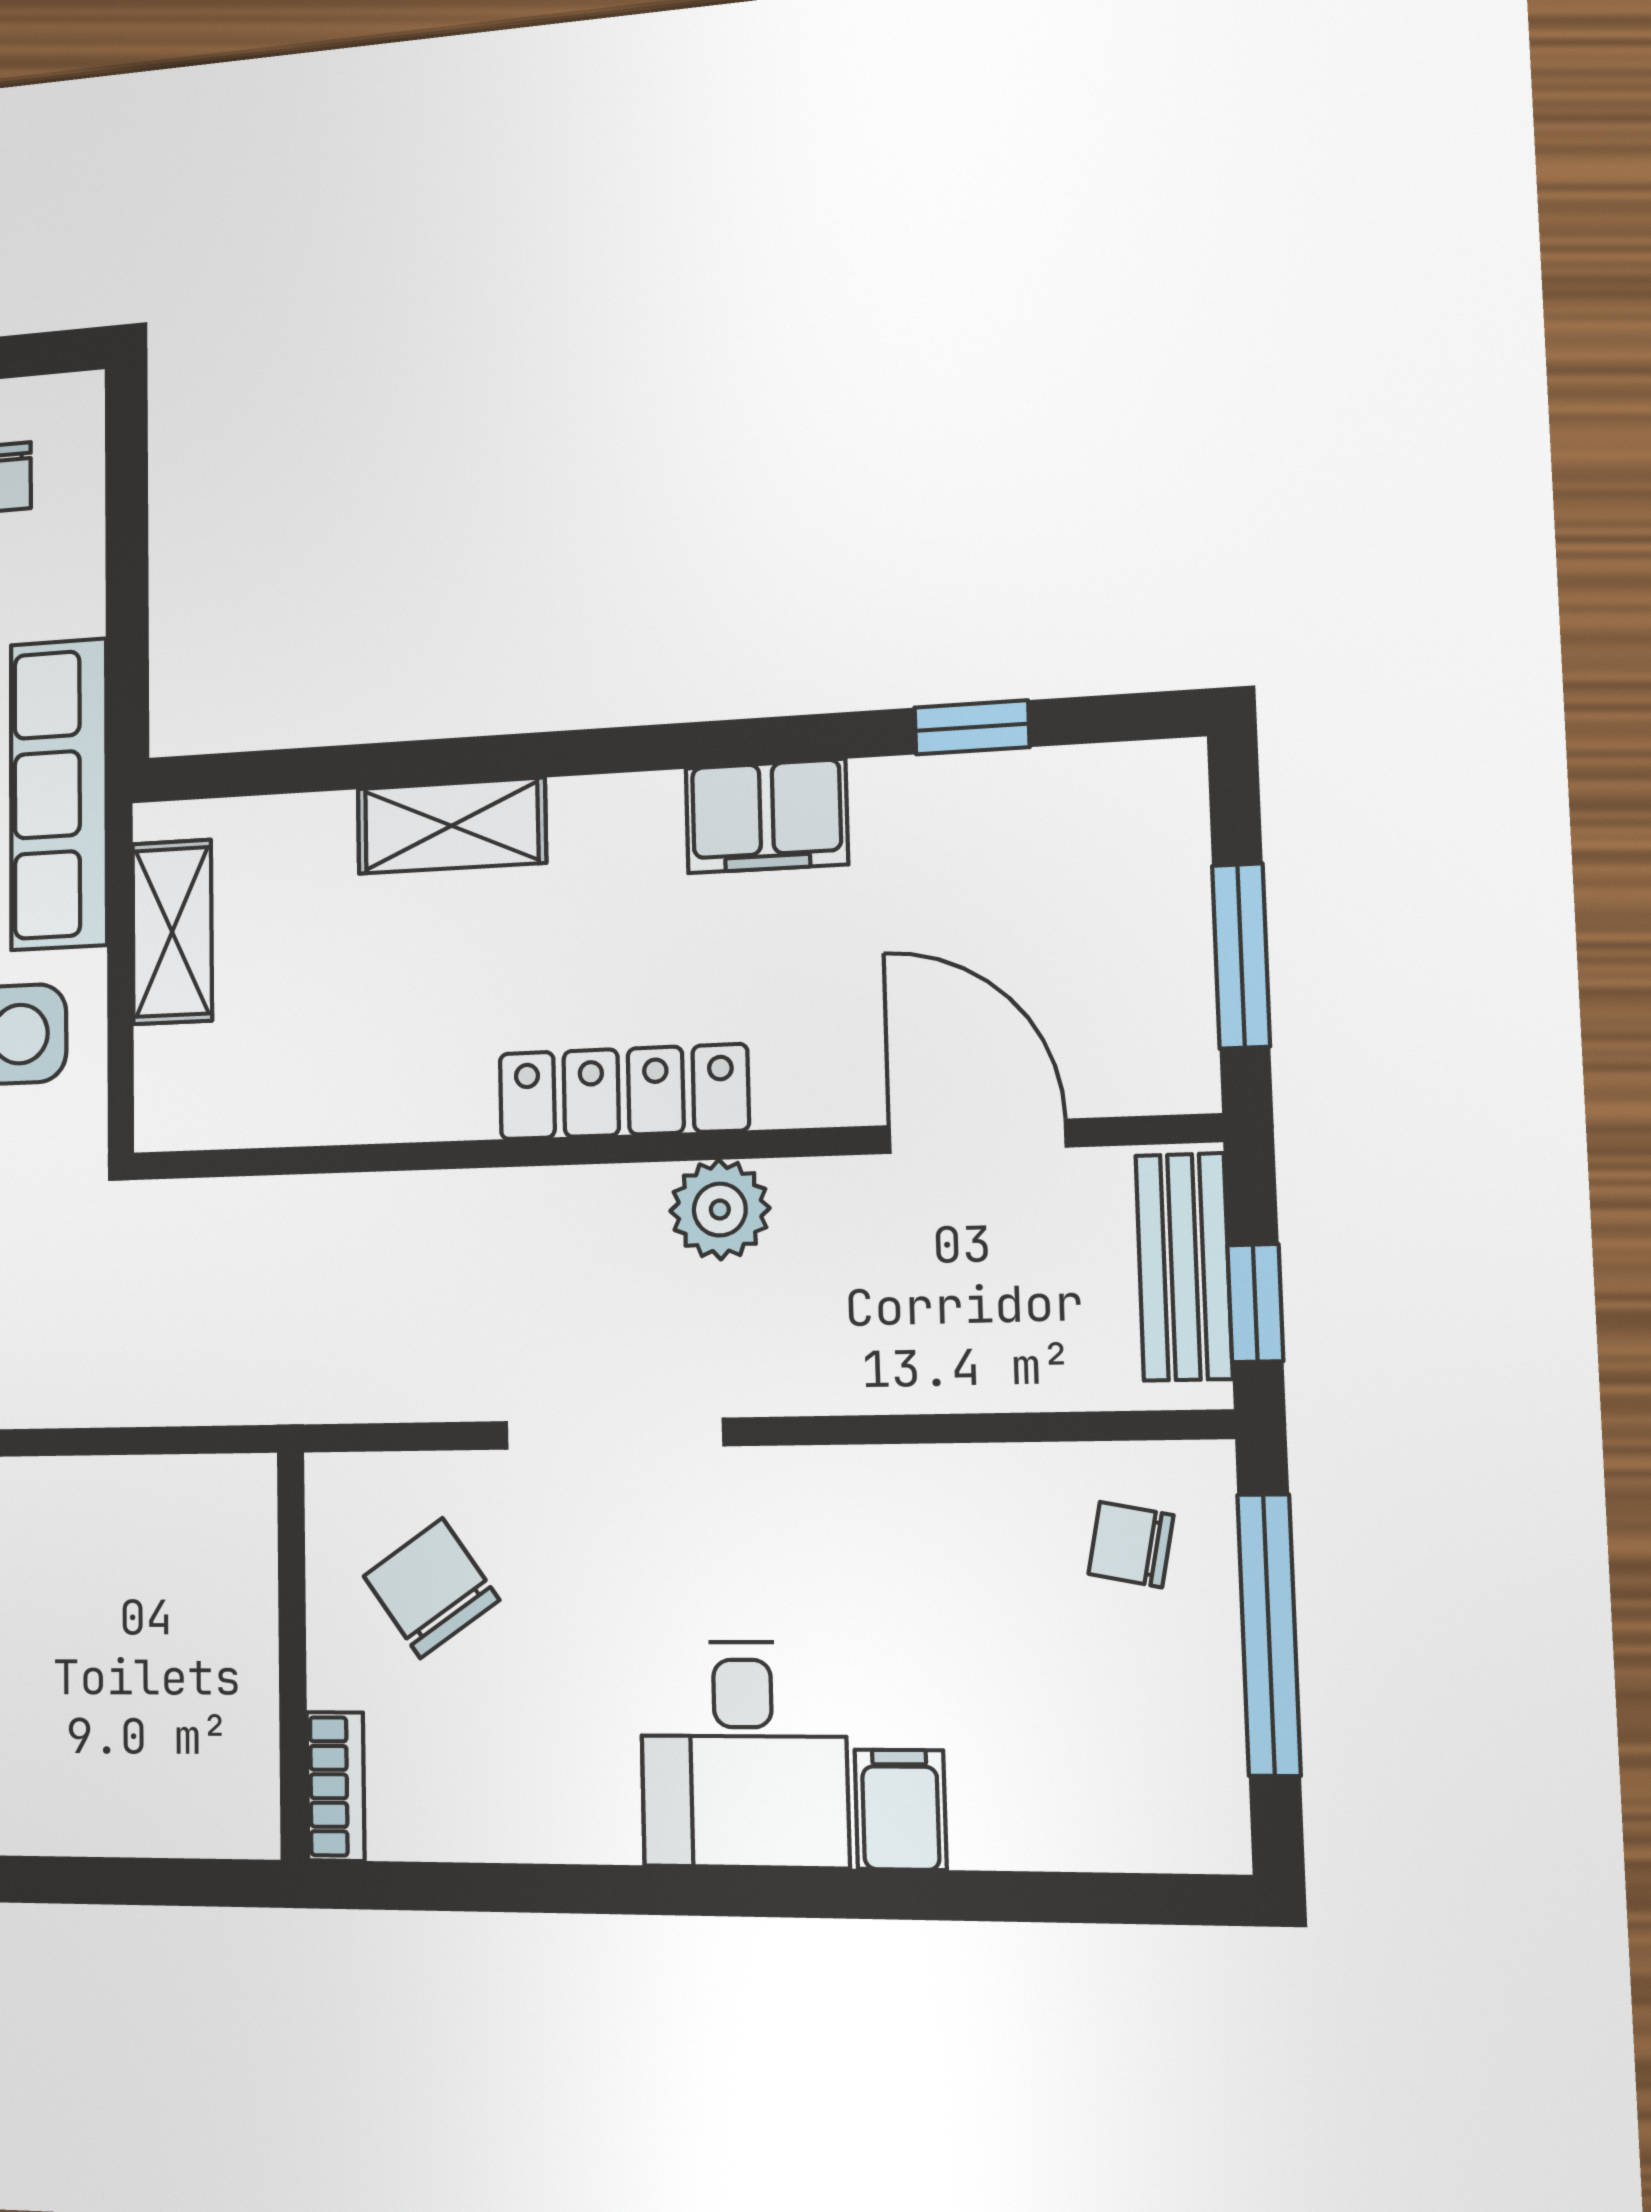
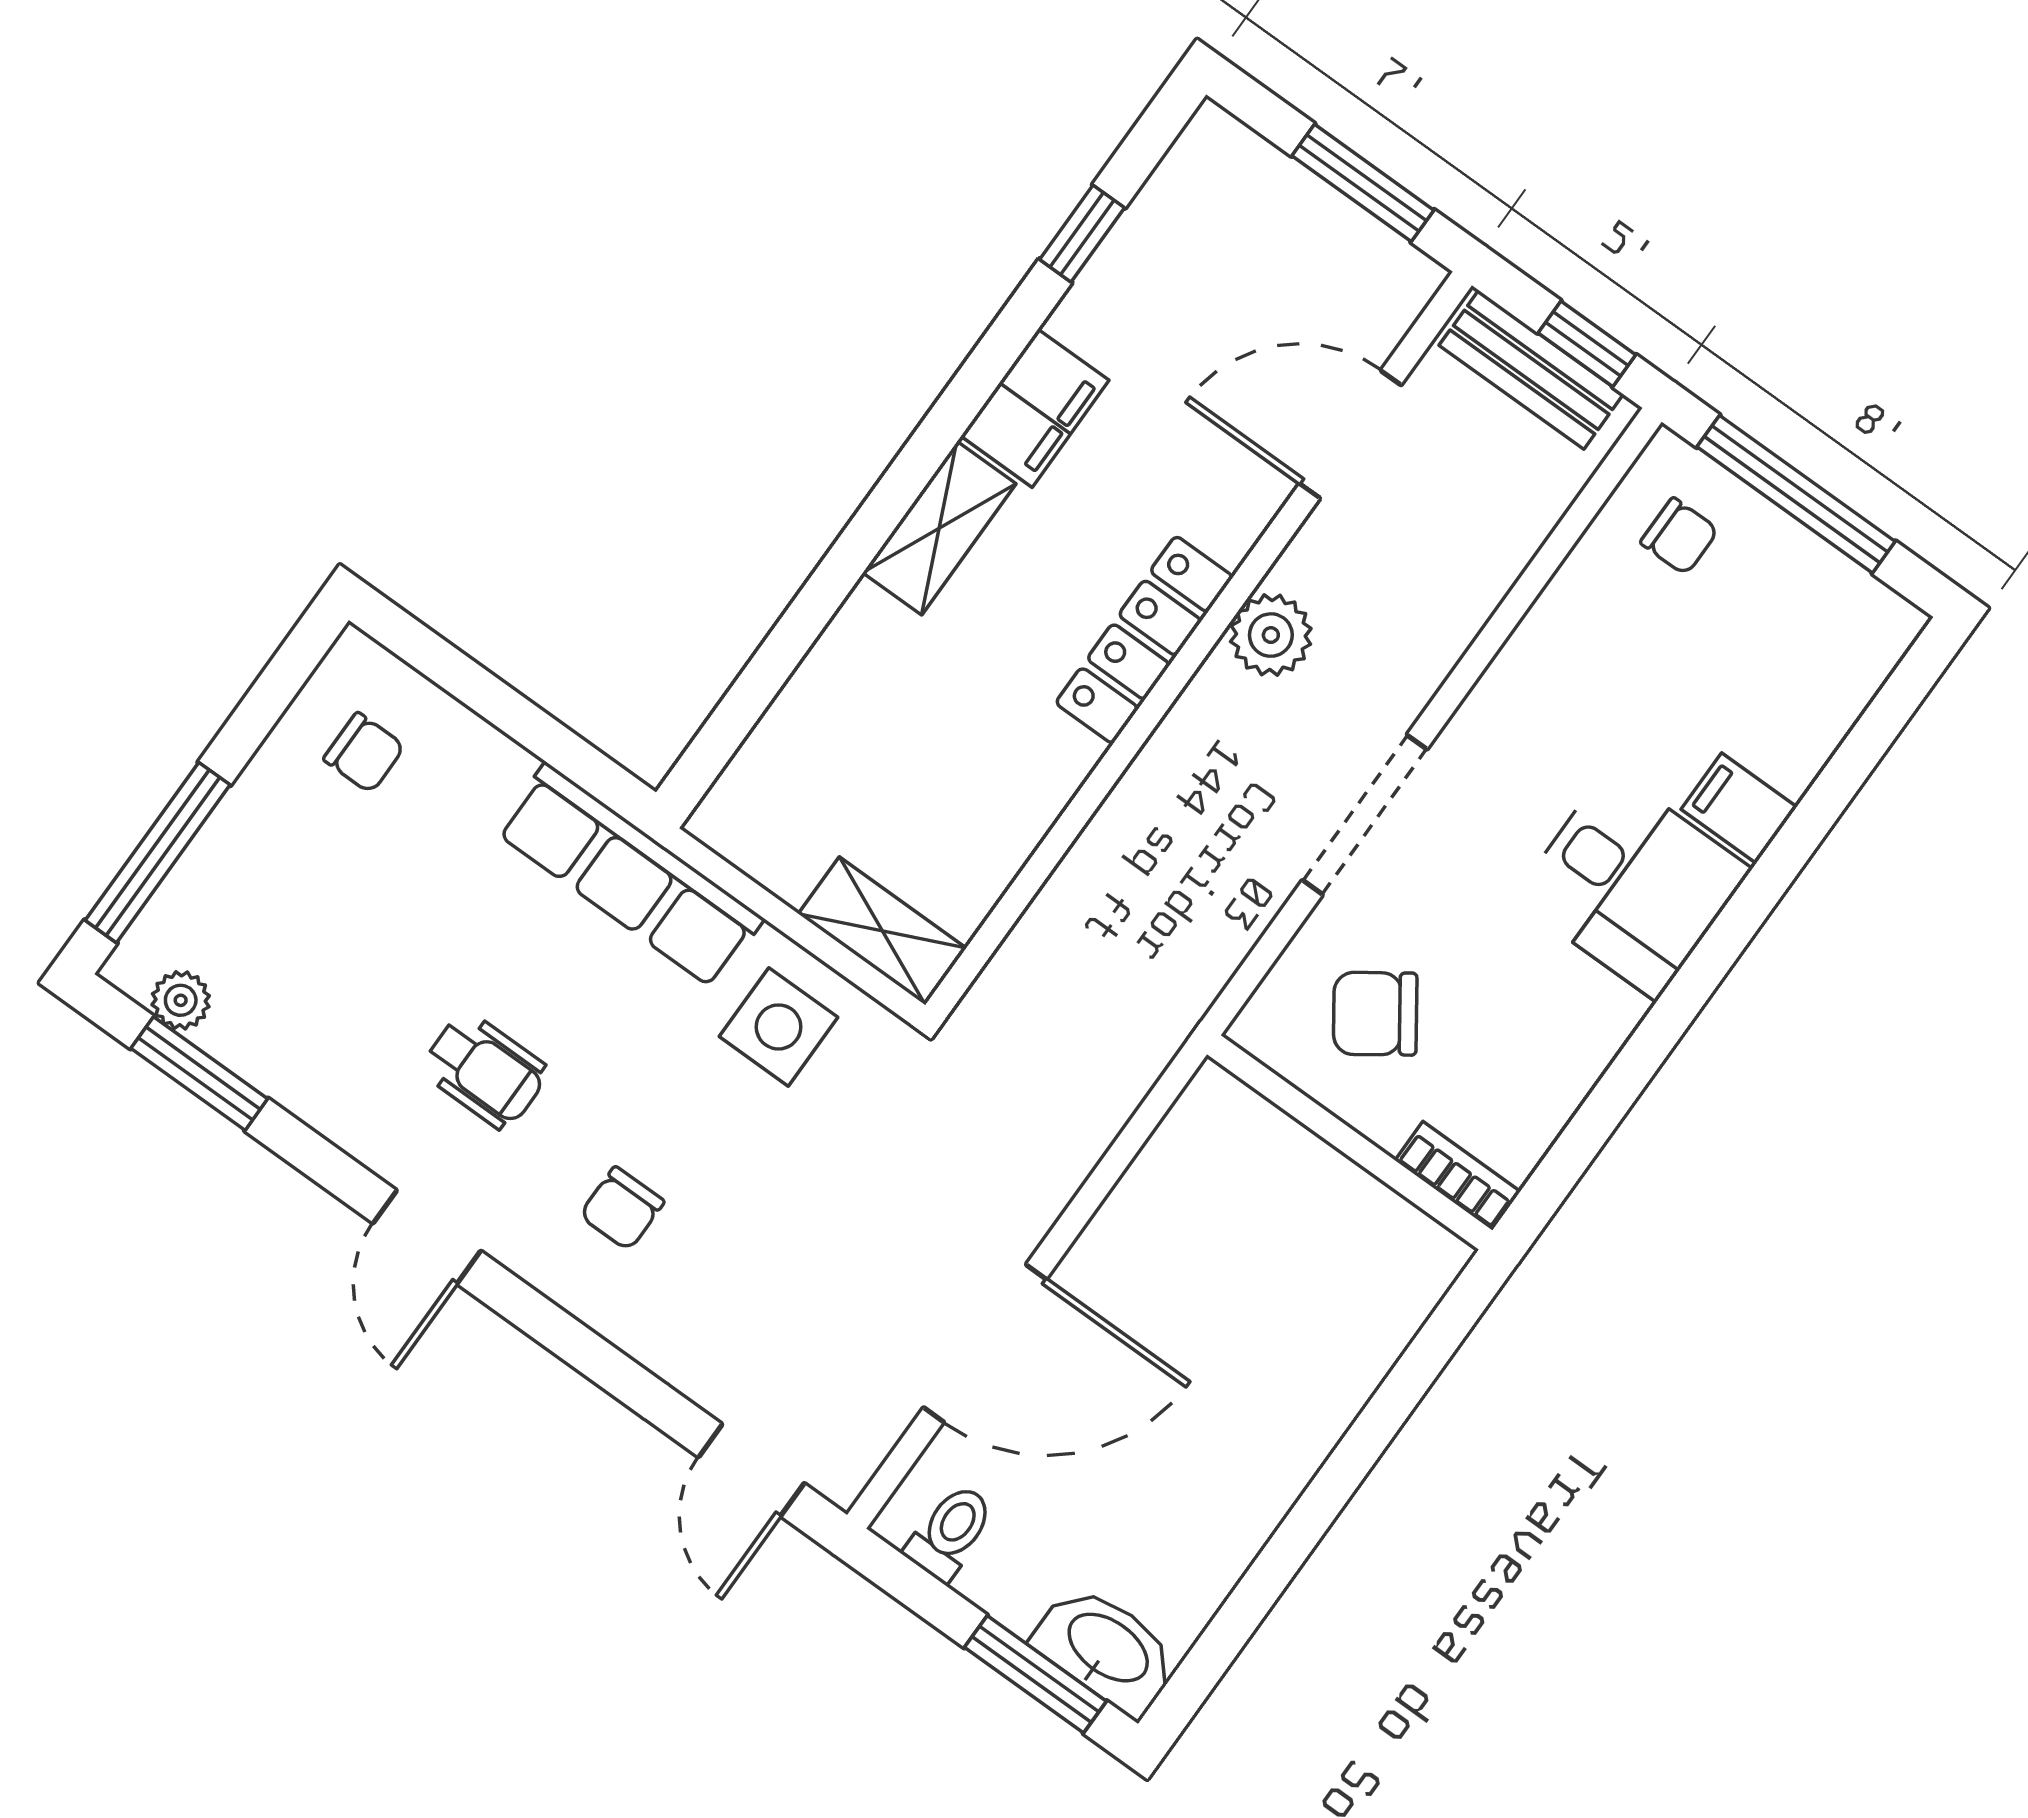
shelving: (451, 826) -> (939, 528), moved
shelving: (172, 932) -> (882, 931), moved
chair: (1131, 1545) -> (1679, 536), turned -101

